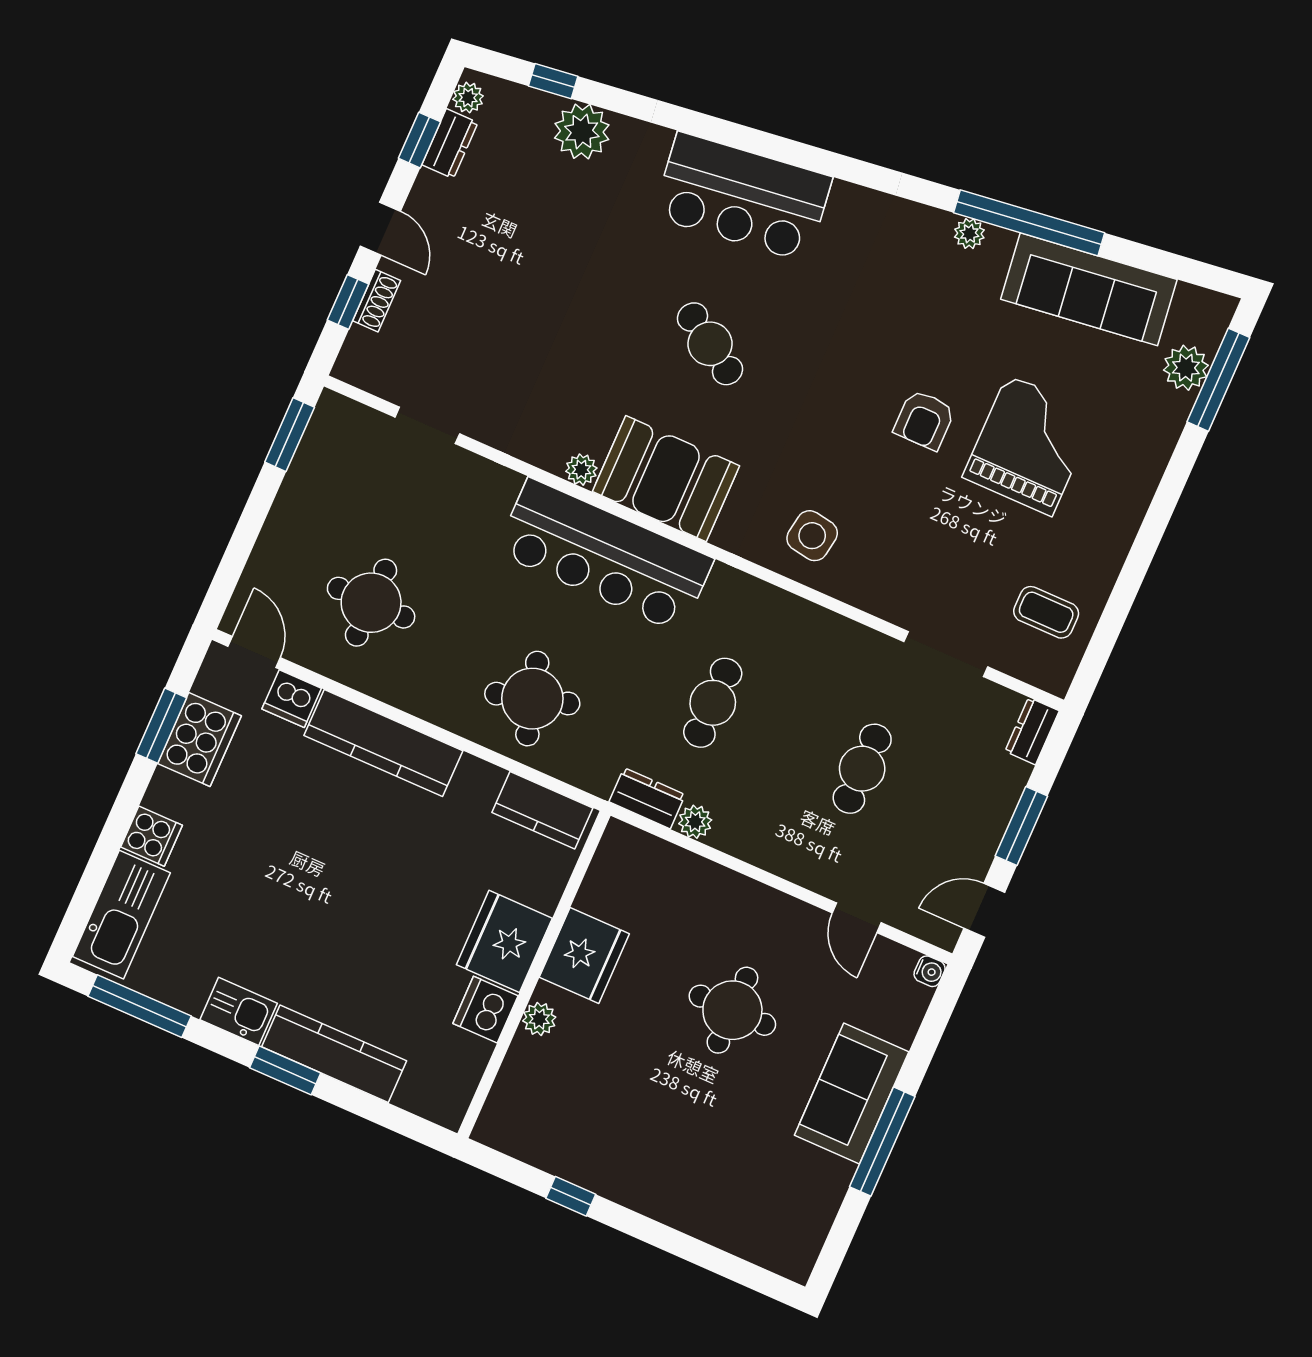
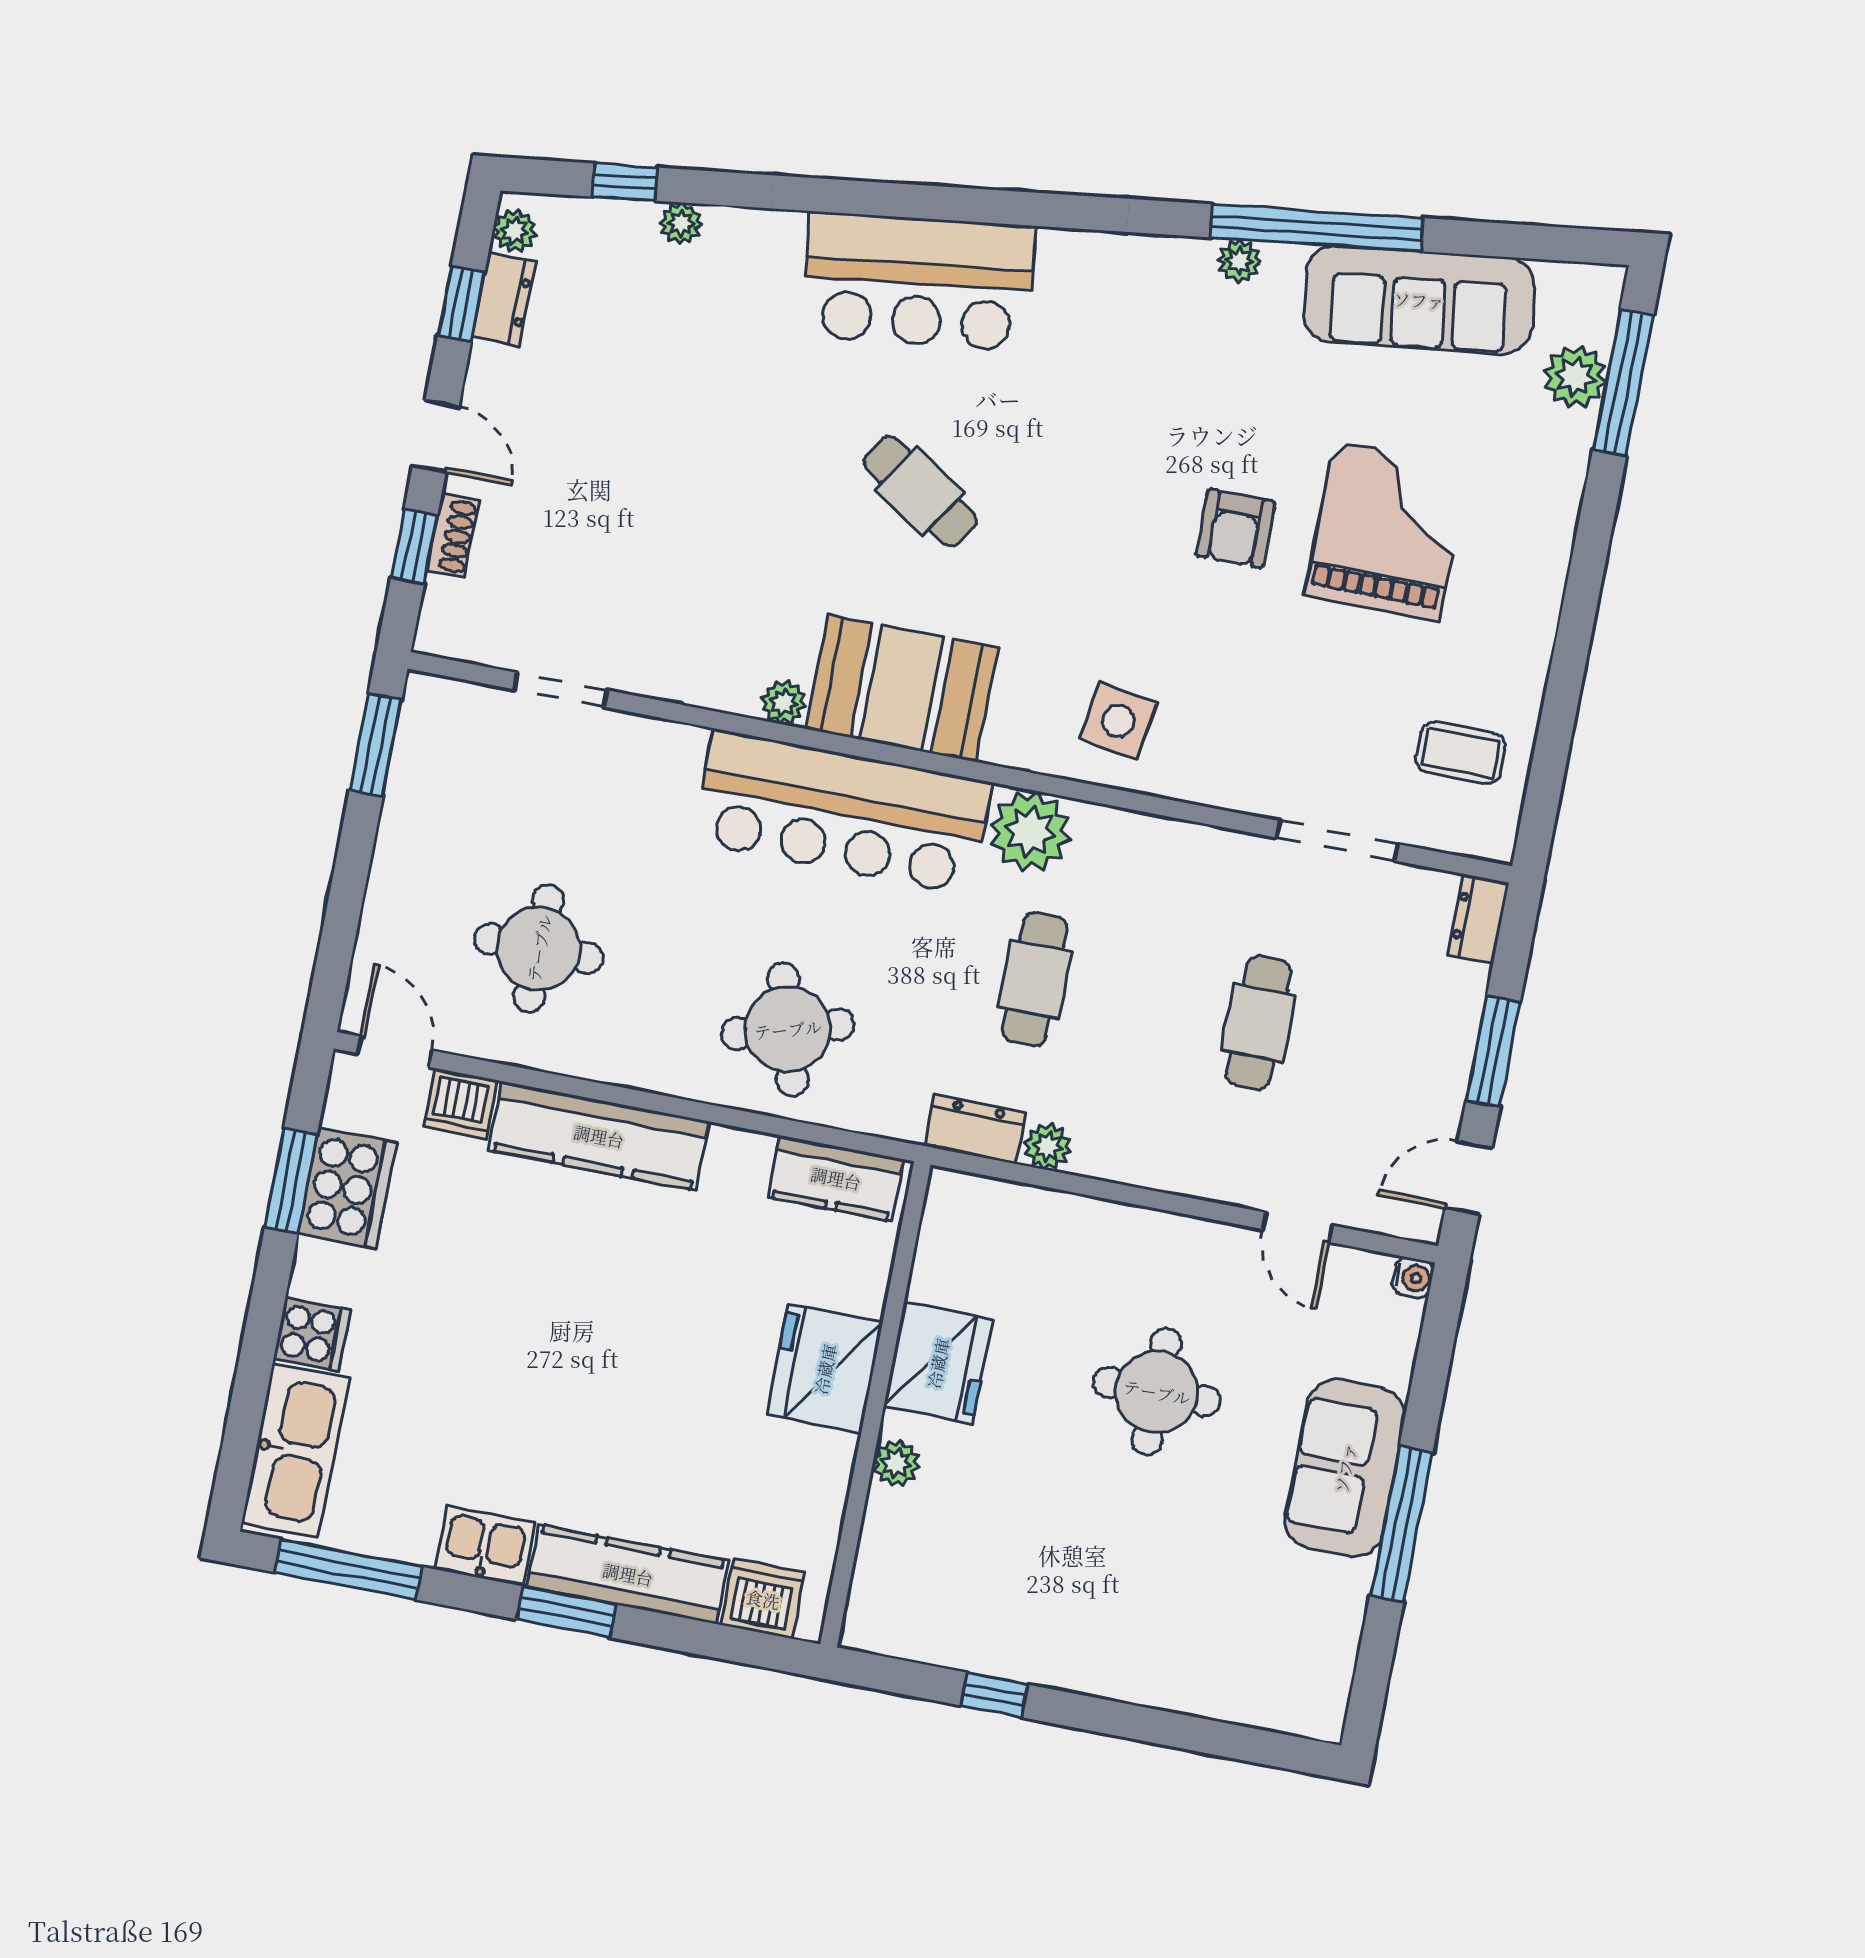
plant: (582, 131) -> (681, 223), width x0.53, depth x0.53
plant: (733, 599) -> (1030, 831), added
dishwasher: (485, 1010) -> (763, 1599), moved, turned 90

